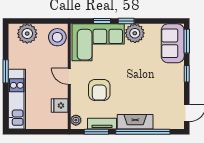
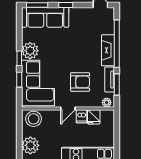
sofa: (173, 43) -> (45, 17), width x1.36
dishwasher: (60, 92) -> (82, 116), added

